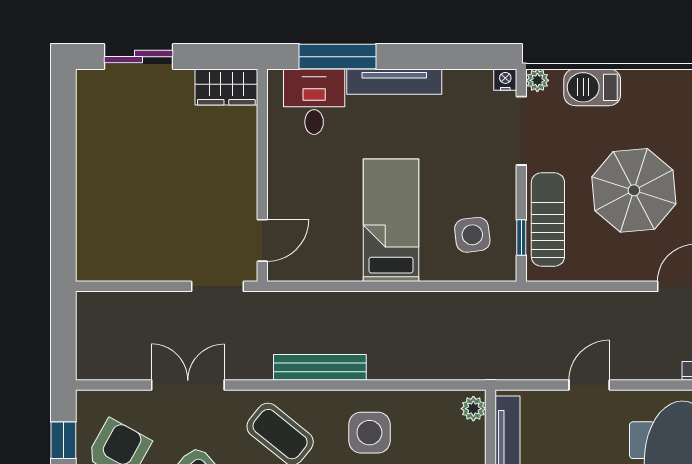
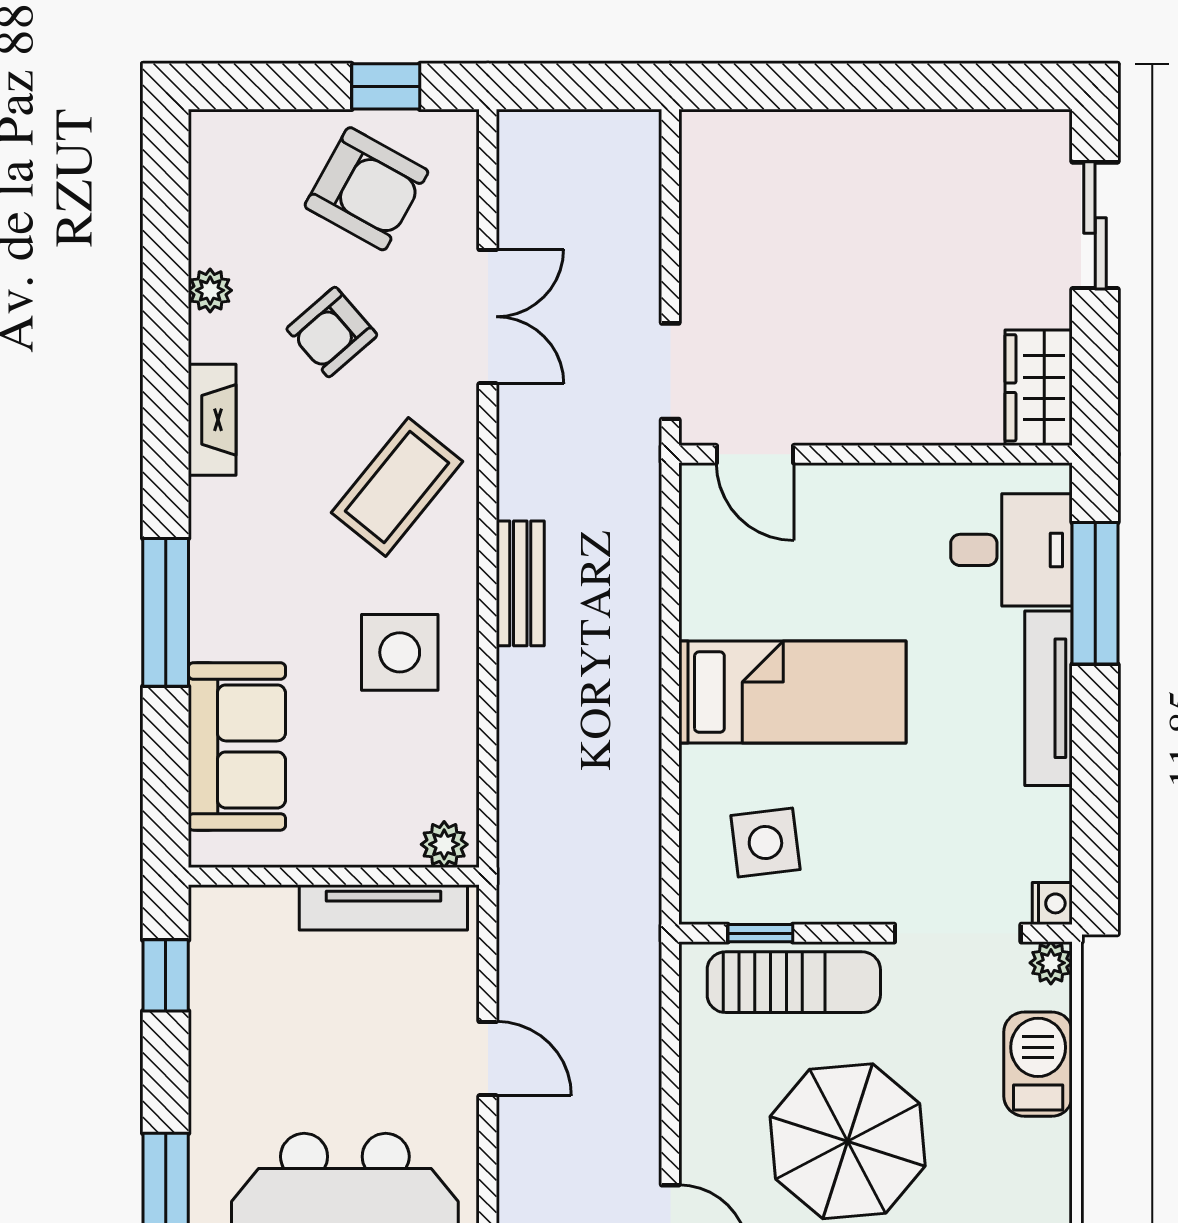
bench: (320, 367) -> (520, 583), width x0.73

